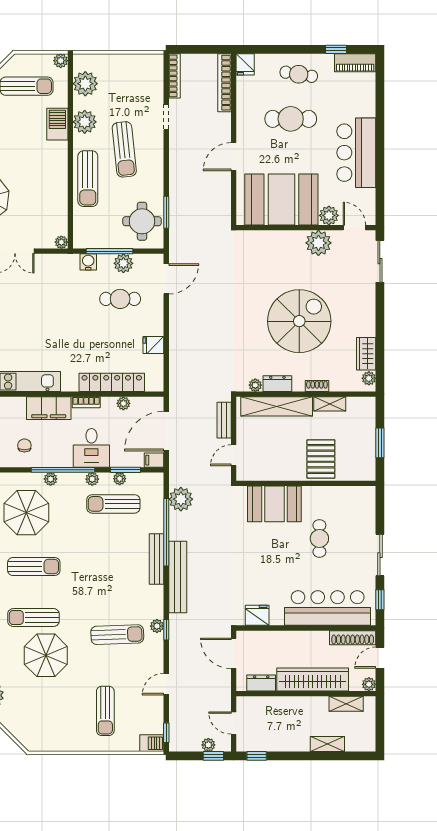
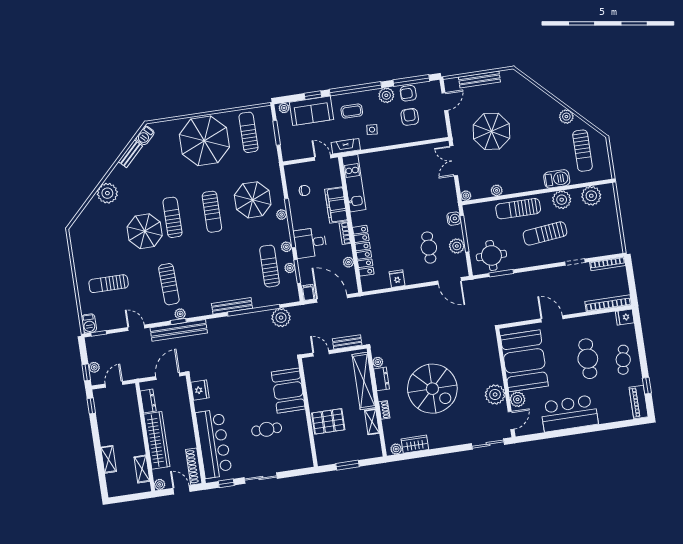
plant: (61, 61) -> (497, 190), moved
bench: (178, 577) -> (179, 330), moved

